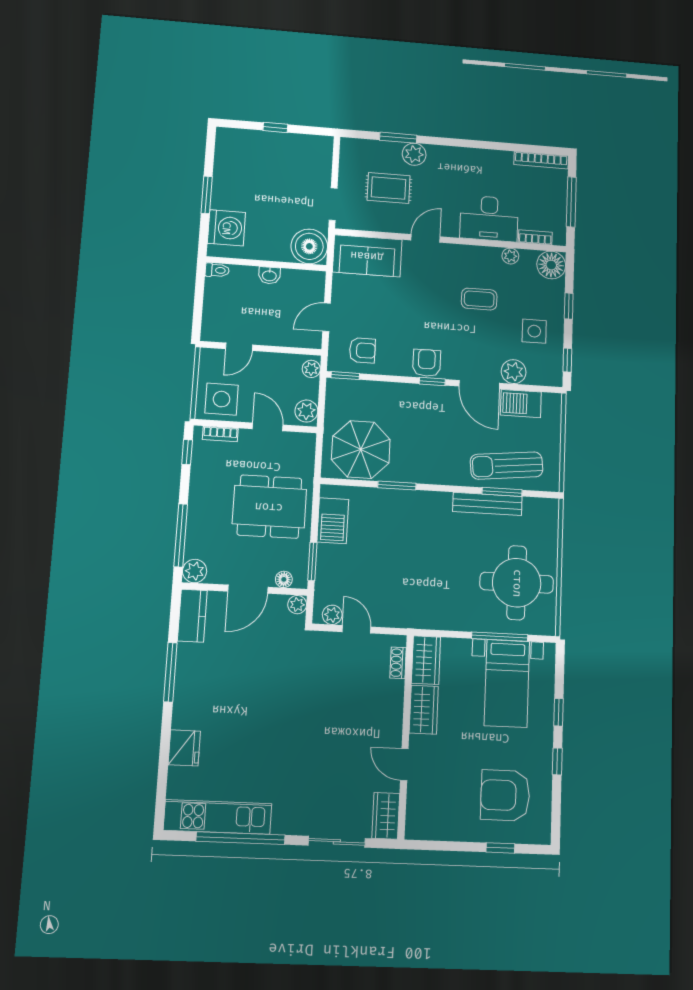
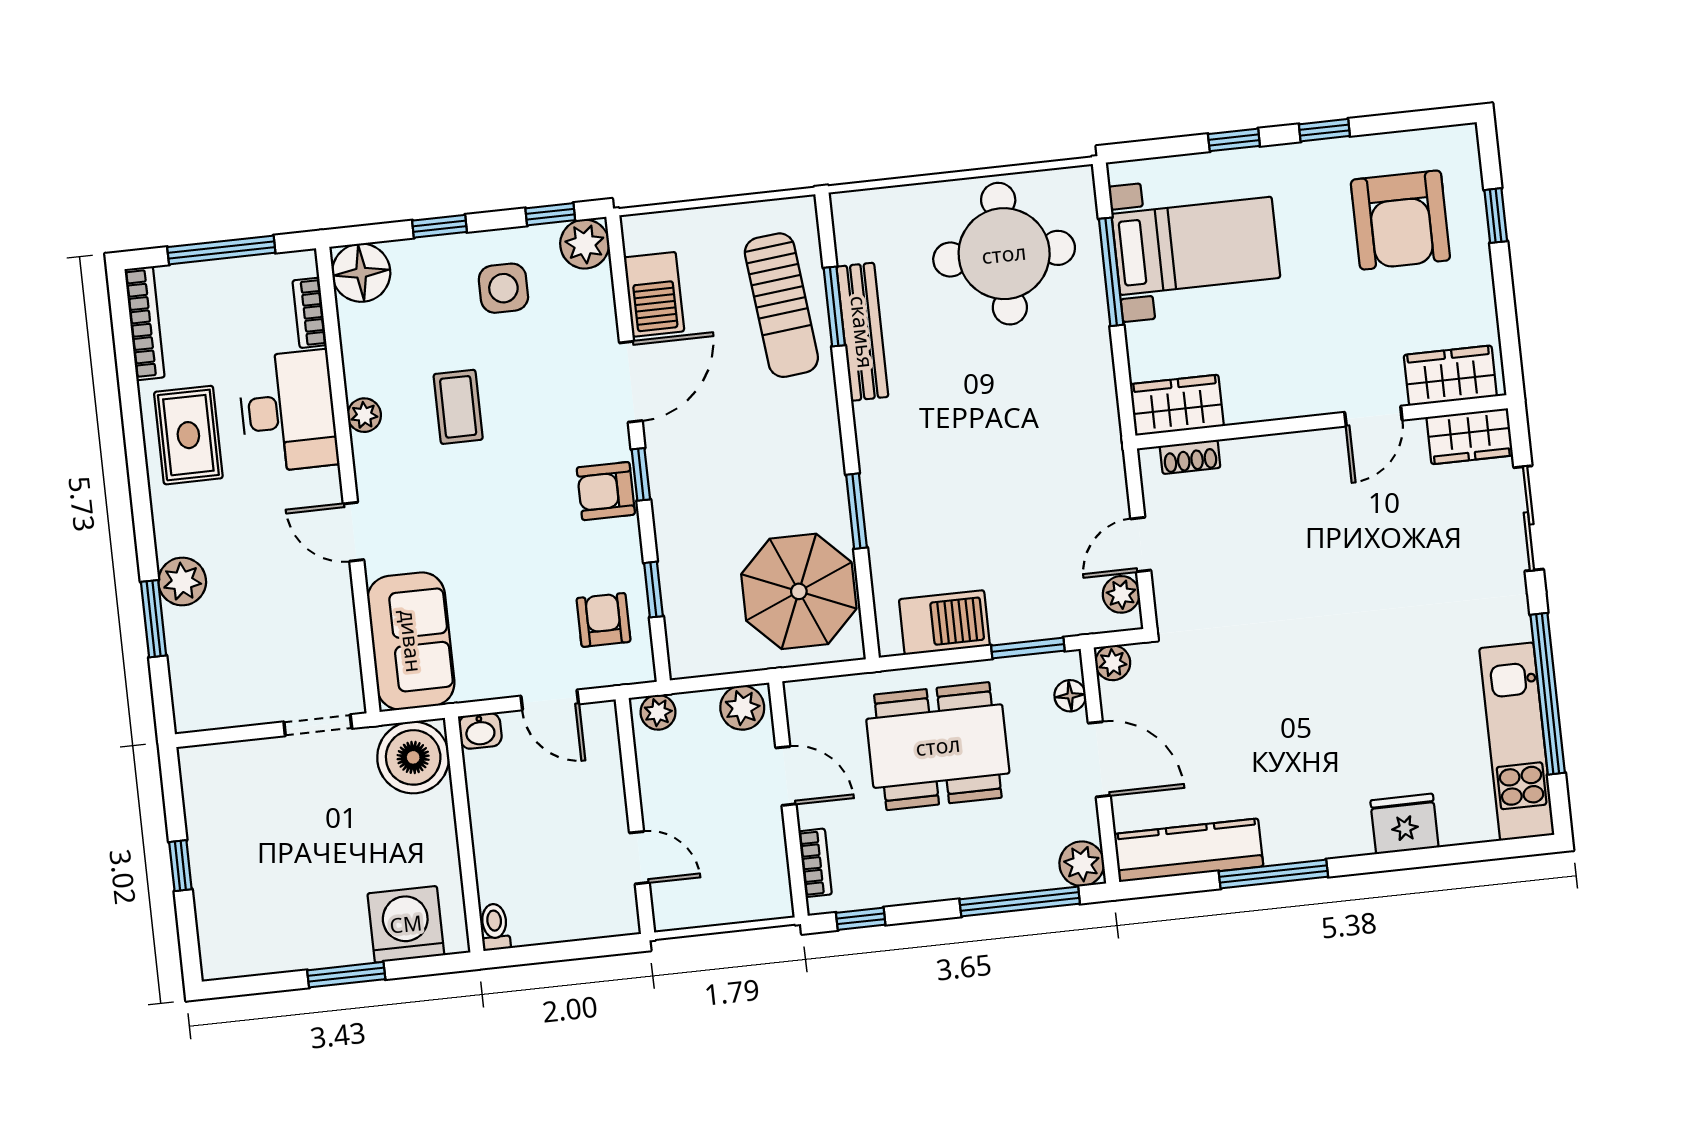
rug: (389, 188) -> (188, 435), moved
plant: (510, 256) -> (364, 415), moved
washbasin: (269, 275) -> (480, 731), moved, turned 90
plant: (514, 372) -> (585, 244), moved
window: (345, 376) -> (653, 590), moved
side table: (222, 399) -> (747, 873), removed
door: (268, 427) -> (786, 776), swing flipped
dining table: (269, 507) -> (938, 746), turned 90
kitchen counter: (192, 616) -> (1189, 850), width x1.50
wardrobe: (424, 710) -> (1450, 376), moved

